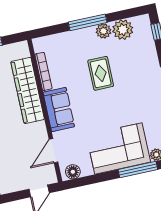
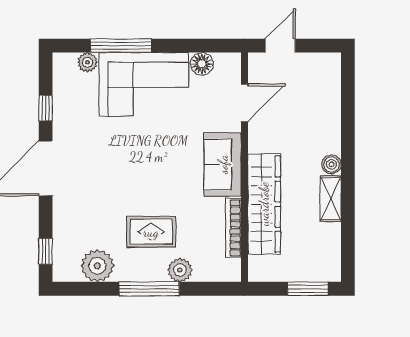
plant: (104, 31) -> (180, 270), moved
rug: (101, 73) -> (151, 232), moved, turned 90
floor lamp: (73, 172) -> (202, 64), moved

